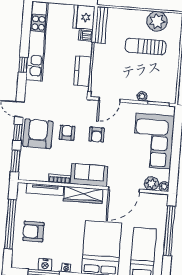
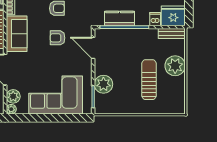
plant: (157, 21) -> (175, 66), moved
bench: (101, 25) -> (172, 34), width x0.73
plant: (142, 96) -> (103, 84), width x1.87, depth x1.87

